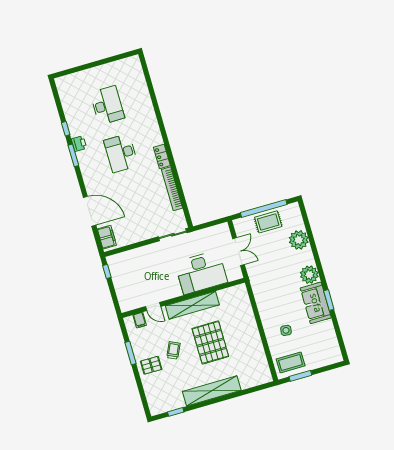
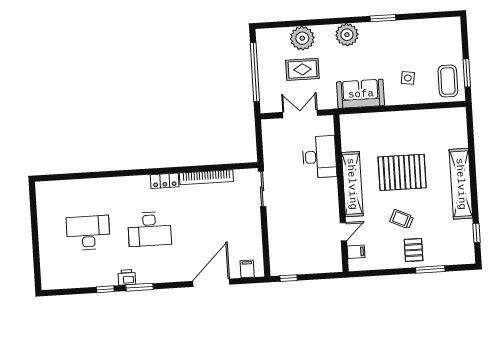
rug: (268, 222) -> (302, 69), moved, turned 90
filing cabinet: (107, 237) -> (247, 269), width x0.50
desk: (201, 272) -> (319, 157), width x0.73, depth x0.77
sofa: (316, 303) -> (361, 94), moved, turned 180
window: (130, 353) -> (430, 269), moved

